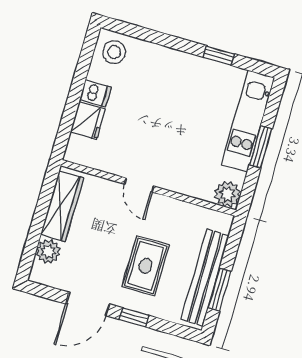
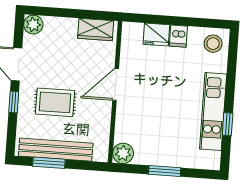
kitchen unit: (248, 121) -> (213, 112), moved, turned -90
door: (139, 185) -> (116, 84), width x1.38
wardrobe: (62, 206) -> (96, 30), width x0.67
plant: (48, 251) -> (33, 25), moved

